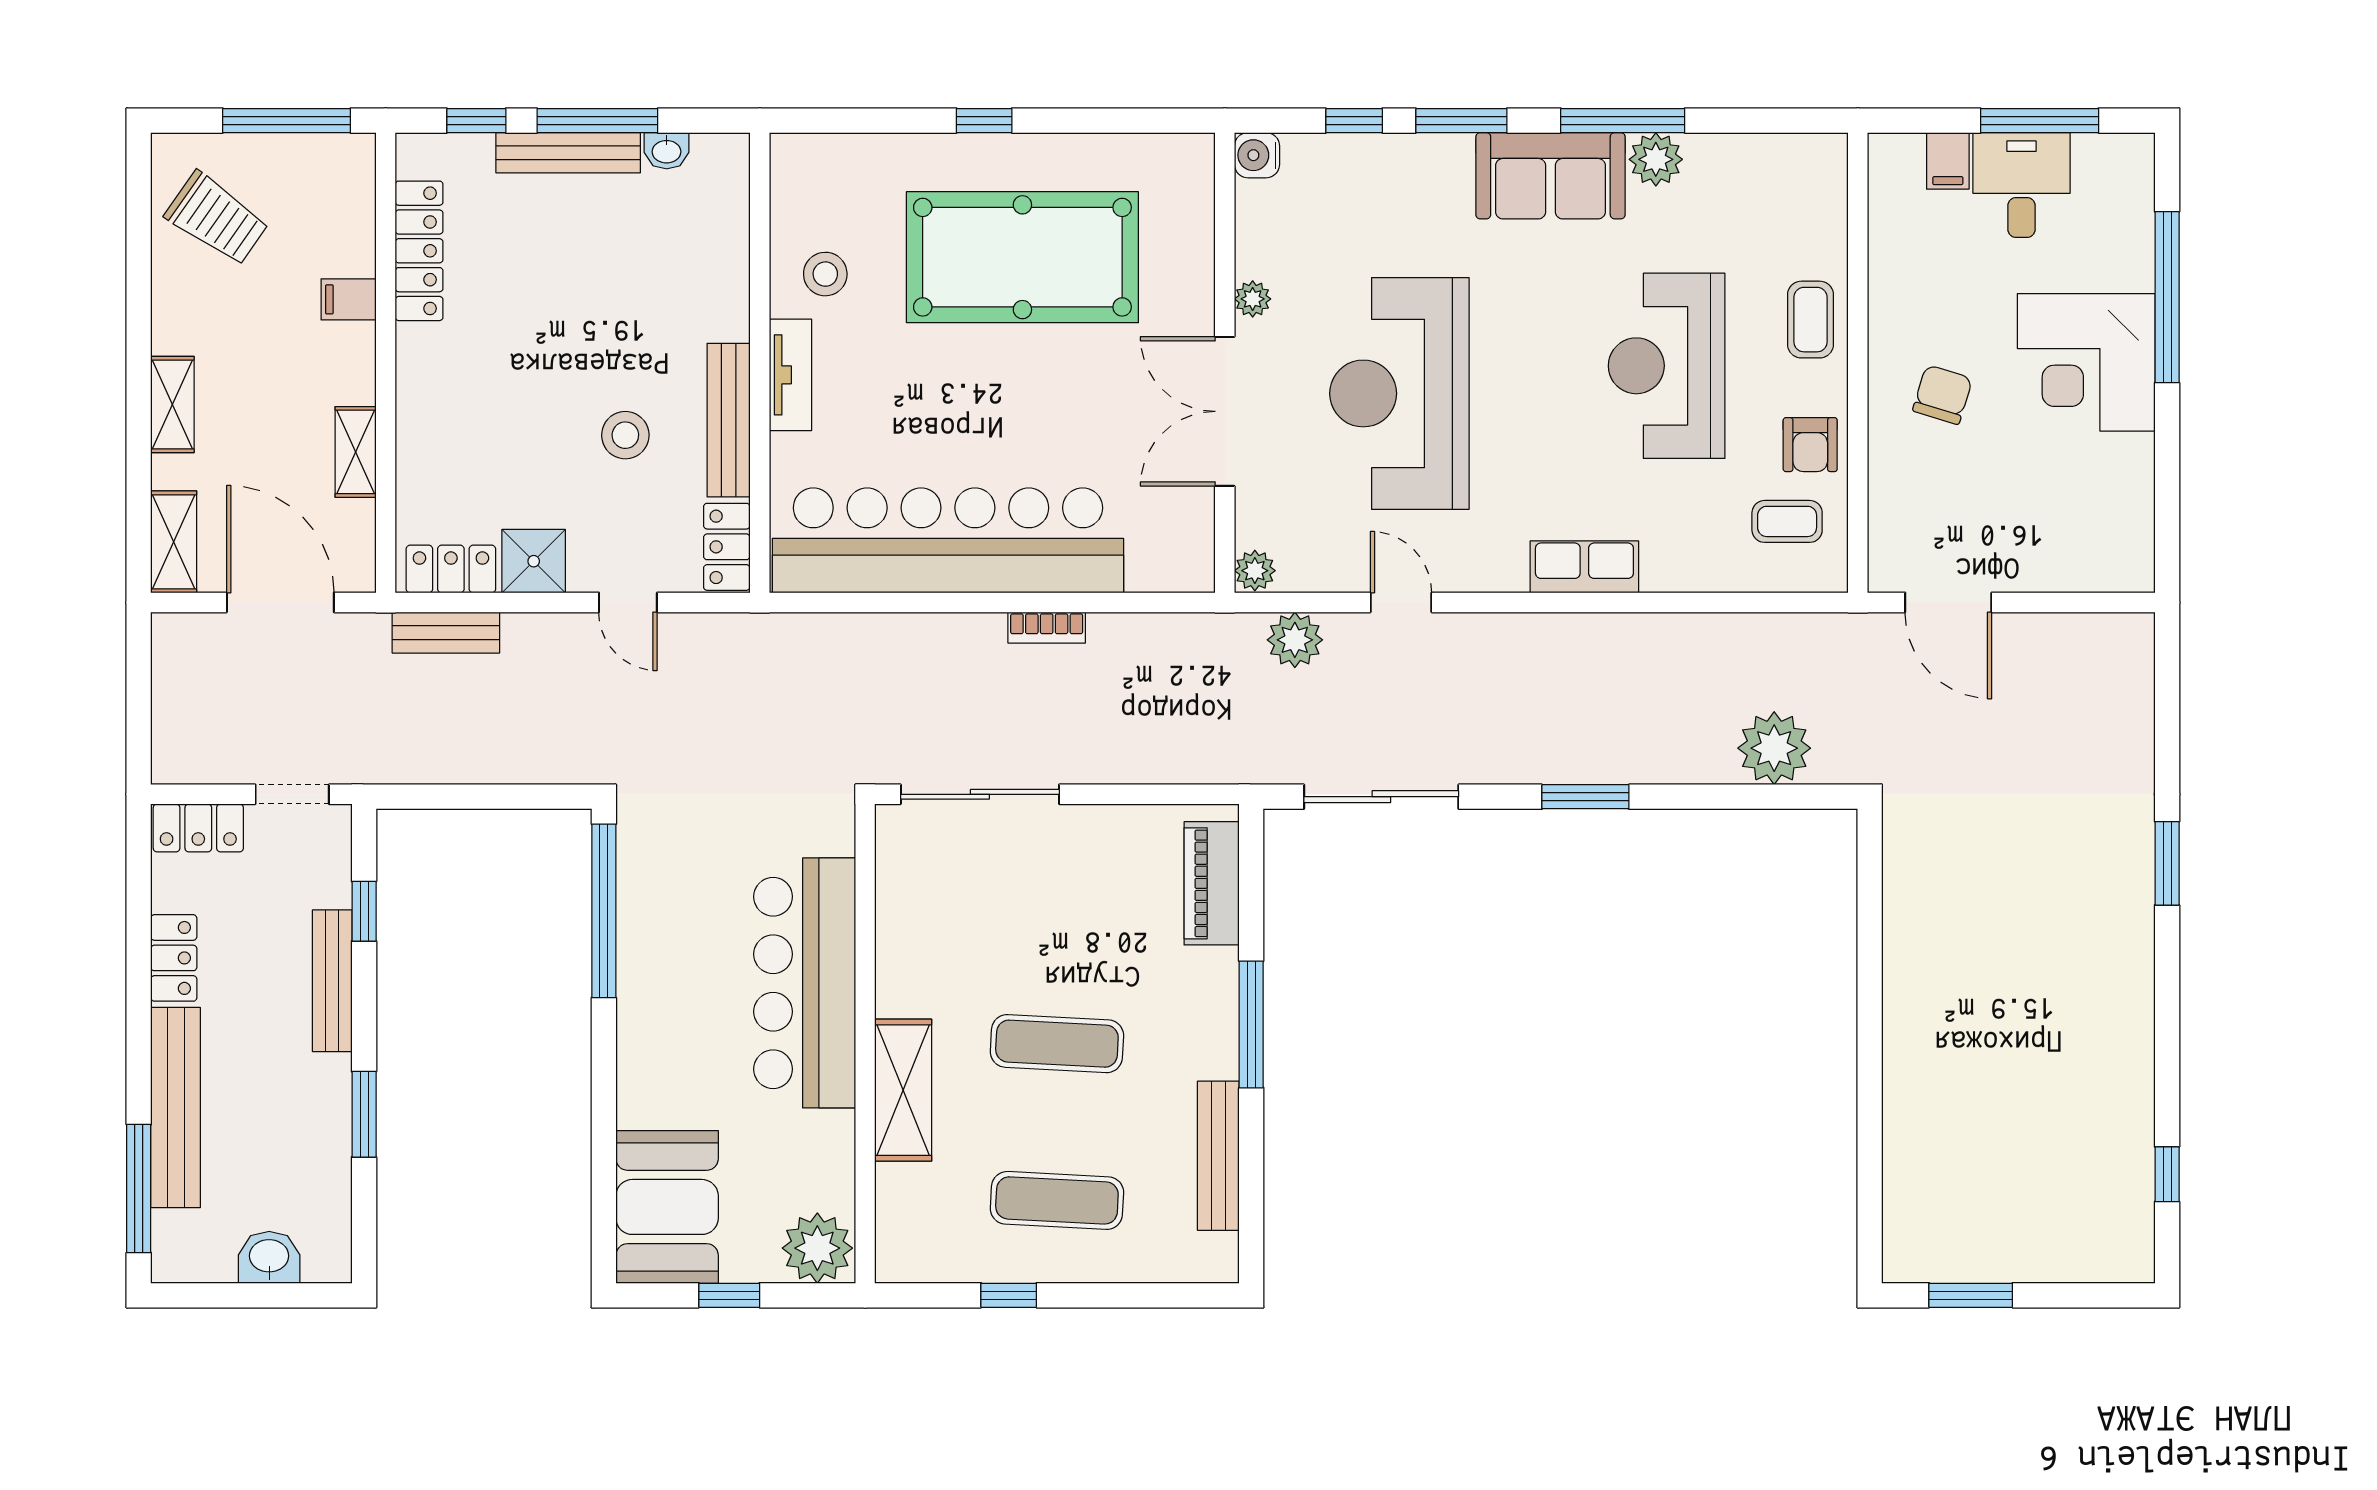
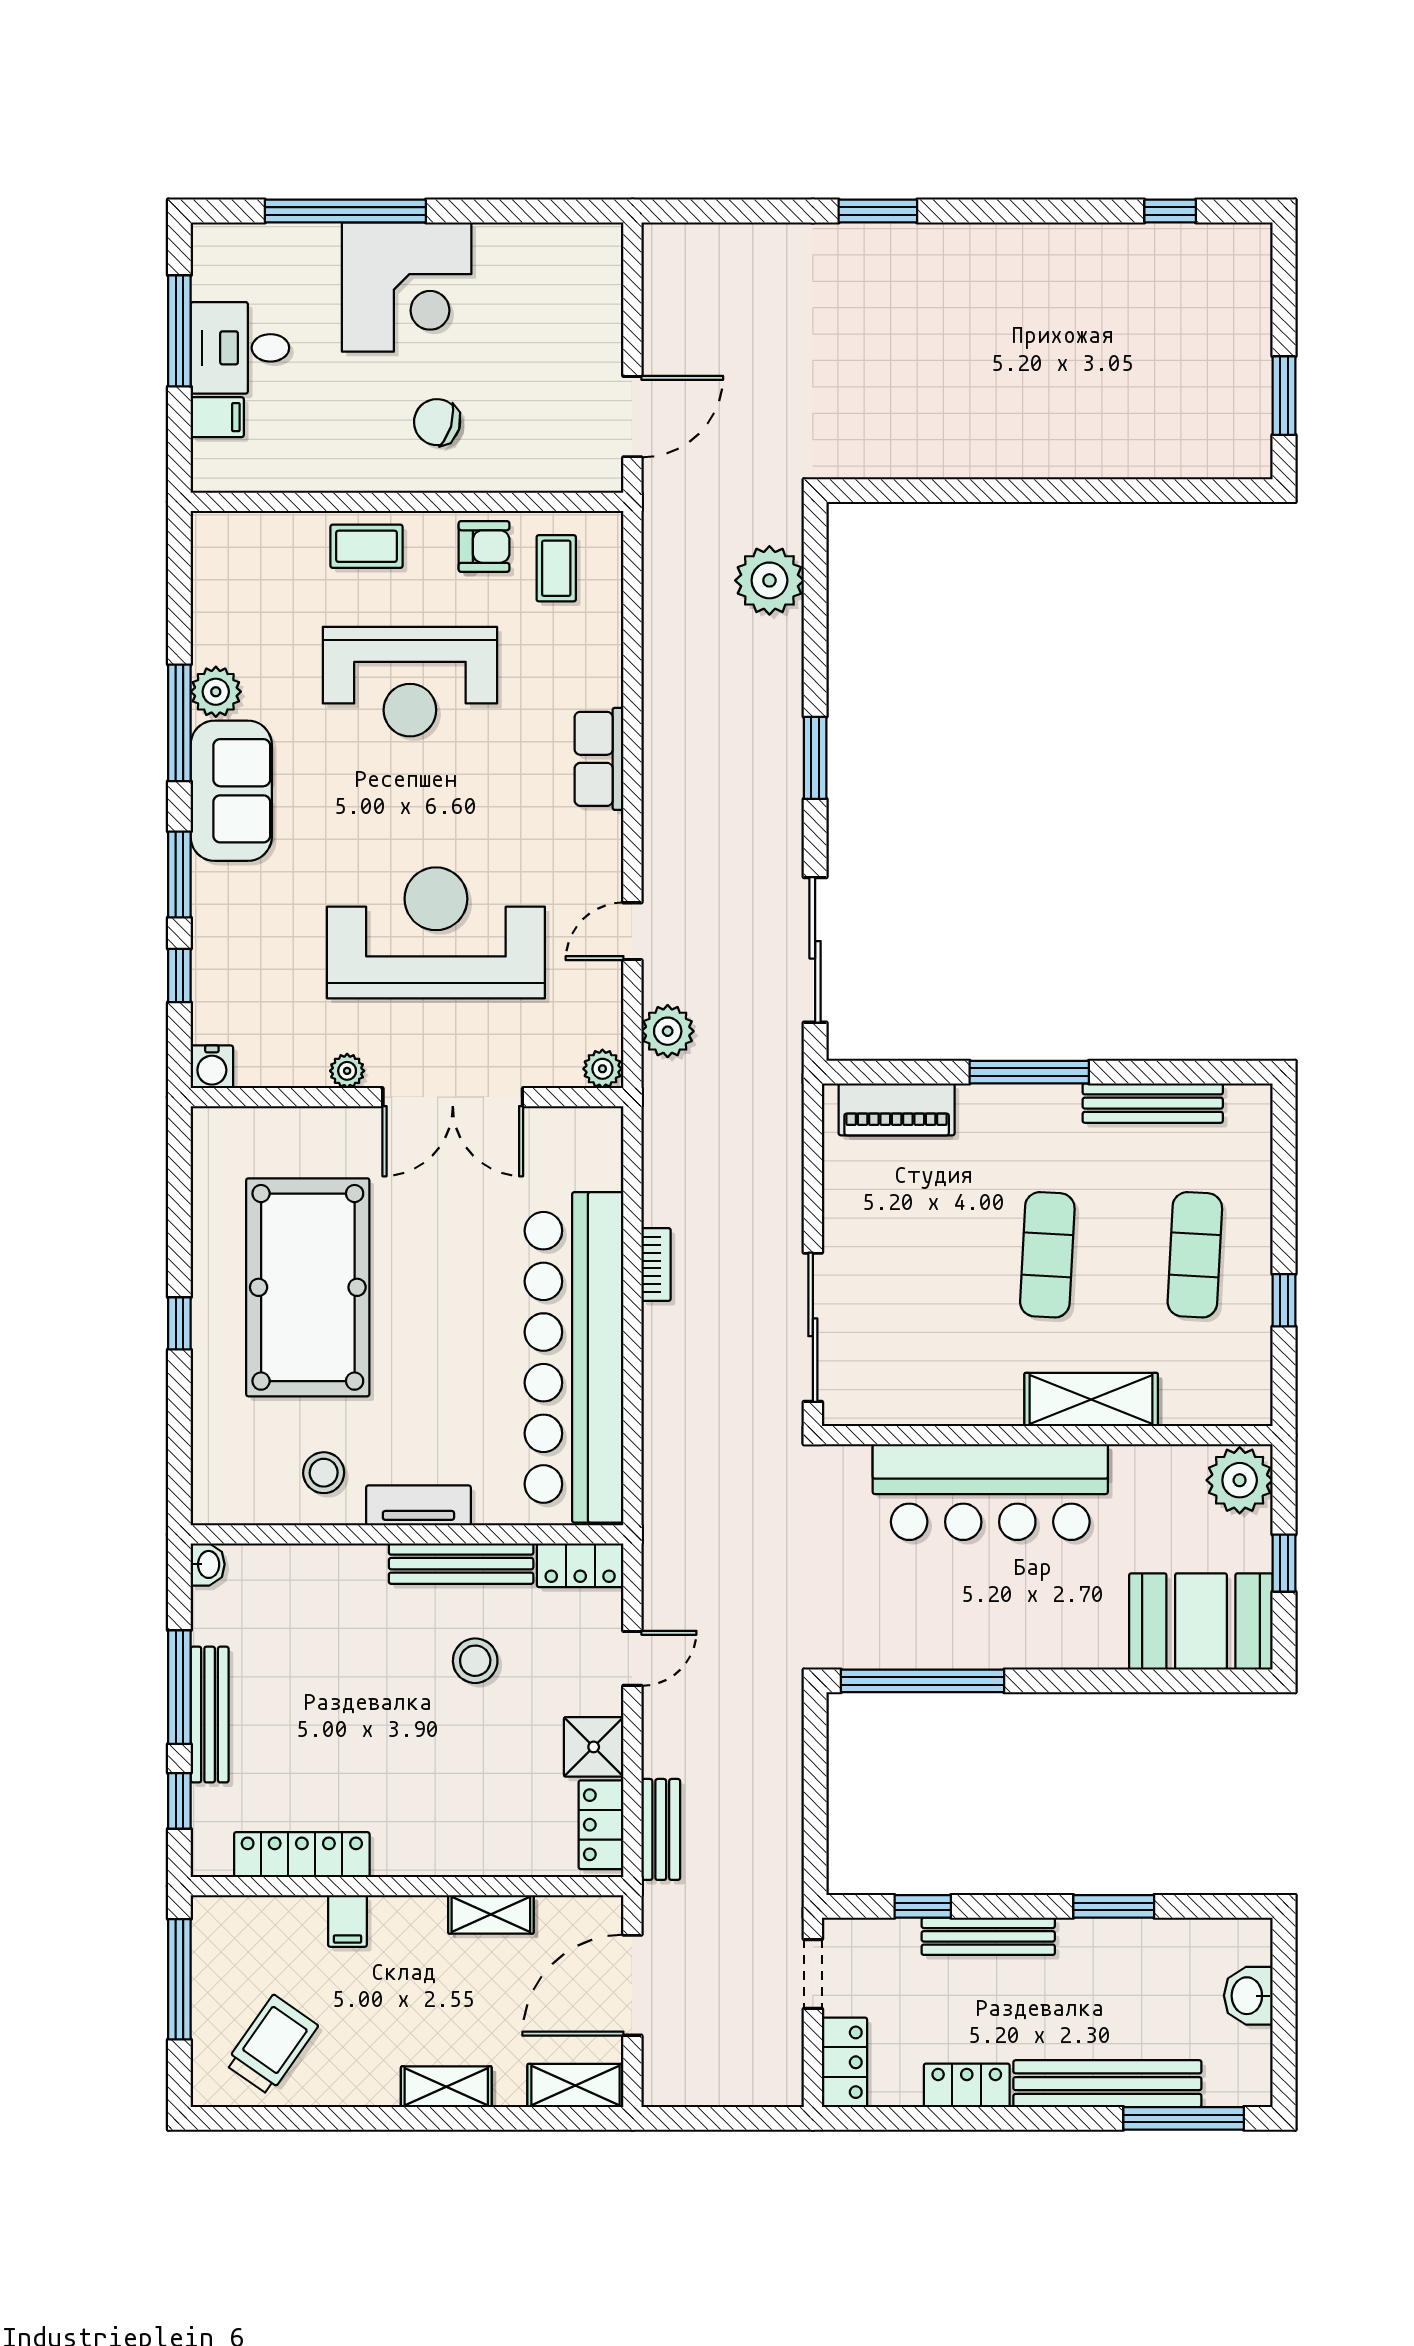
washbasin: (667, 151) -> (208, 1564), moved
reception desk: (1399, 393) -> (436, 933), turned 180

